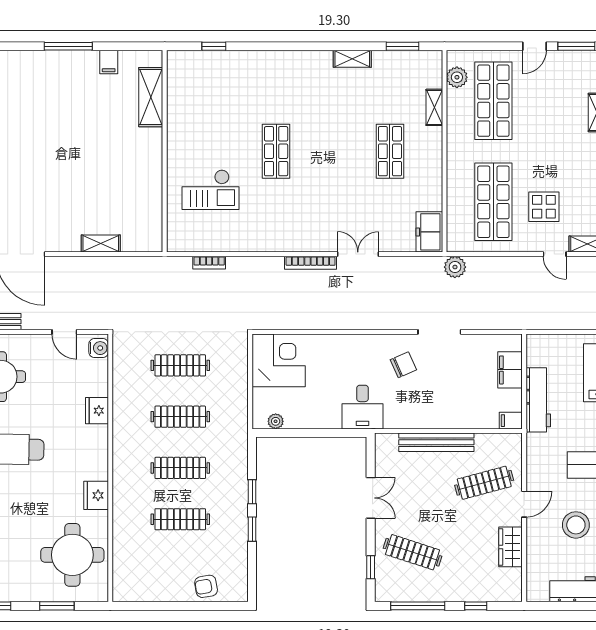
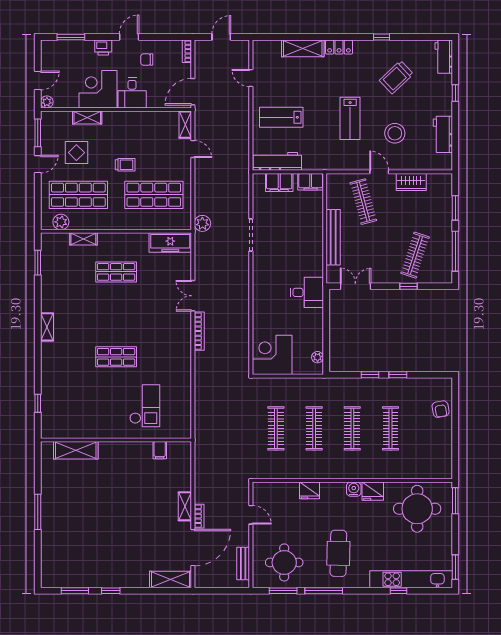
door: (534, 46) -> (38, 164), hinge flipped
shelving: (352, 59) -> (47, 327), moved
filing cabinet: (109, 62) -> (160, 450), moved, turned 90
trolley: (534, 163) -> (125, 165), added
display table: (544, 207) -> (76, 153), moved
freezer: (429, 232) -> (170, 243), width x1.40
shelving: (101, 244) -> (185, 506), moved
door: (555, 254) -> (193, 149), hinge flipped
bookcase: (209, 263) -> (199, 516), moved
door: (64, 332) -> (251, 515), hinge flipped
water cooler: (99, 348) -> (354, 489), moved
chair: (403, 365) -> (275, 262), removed
workbench: (538, 400) -> (277, 161), moved
filing cabinet: (511, 421) -> (311, 182), width x2.00
double door: (371, 498) -> (355, 286), moved
window: (371, 567) -> (408, 286), moved
window: (57, 606) -> (455, 501), moved
window: (476, 606) -> (455, 208), width x1.50

